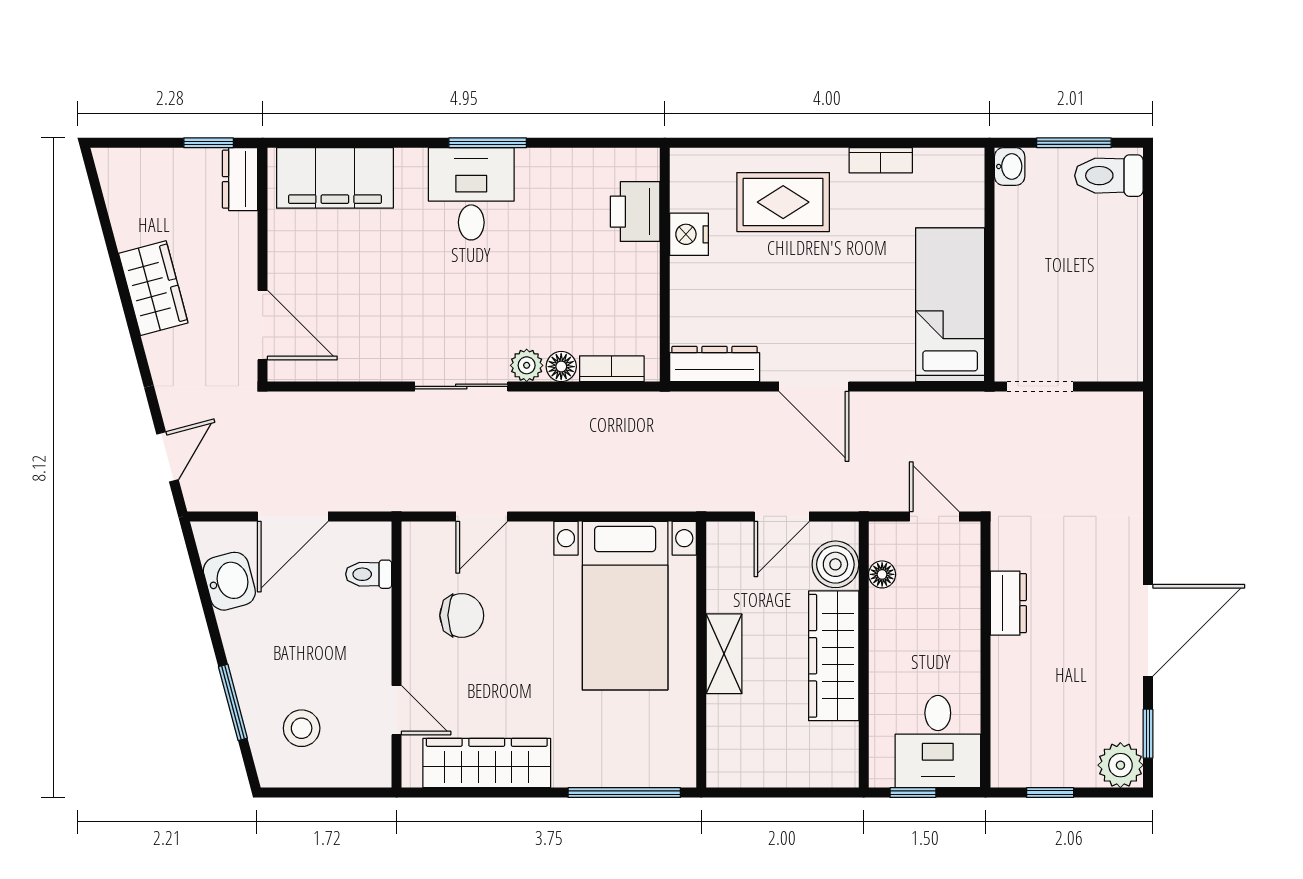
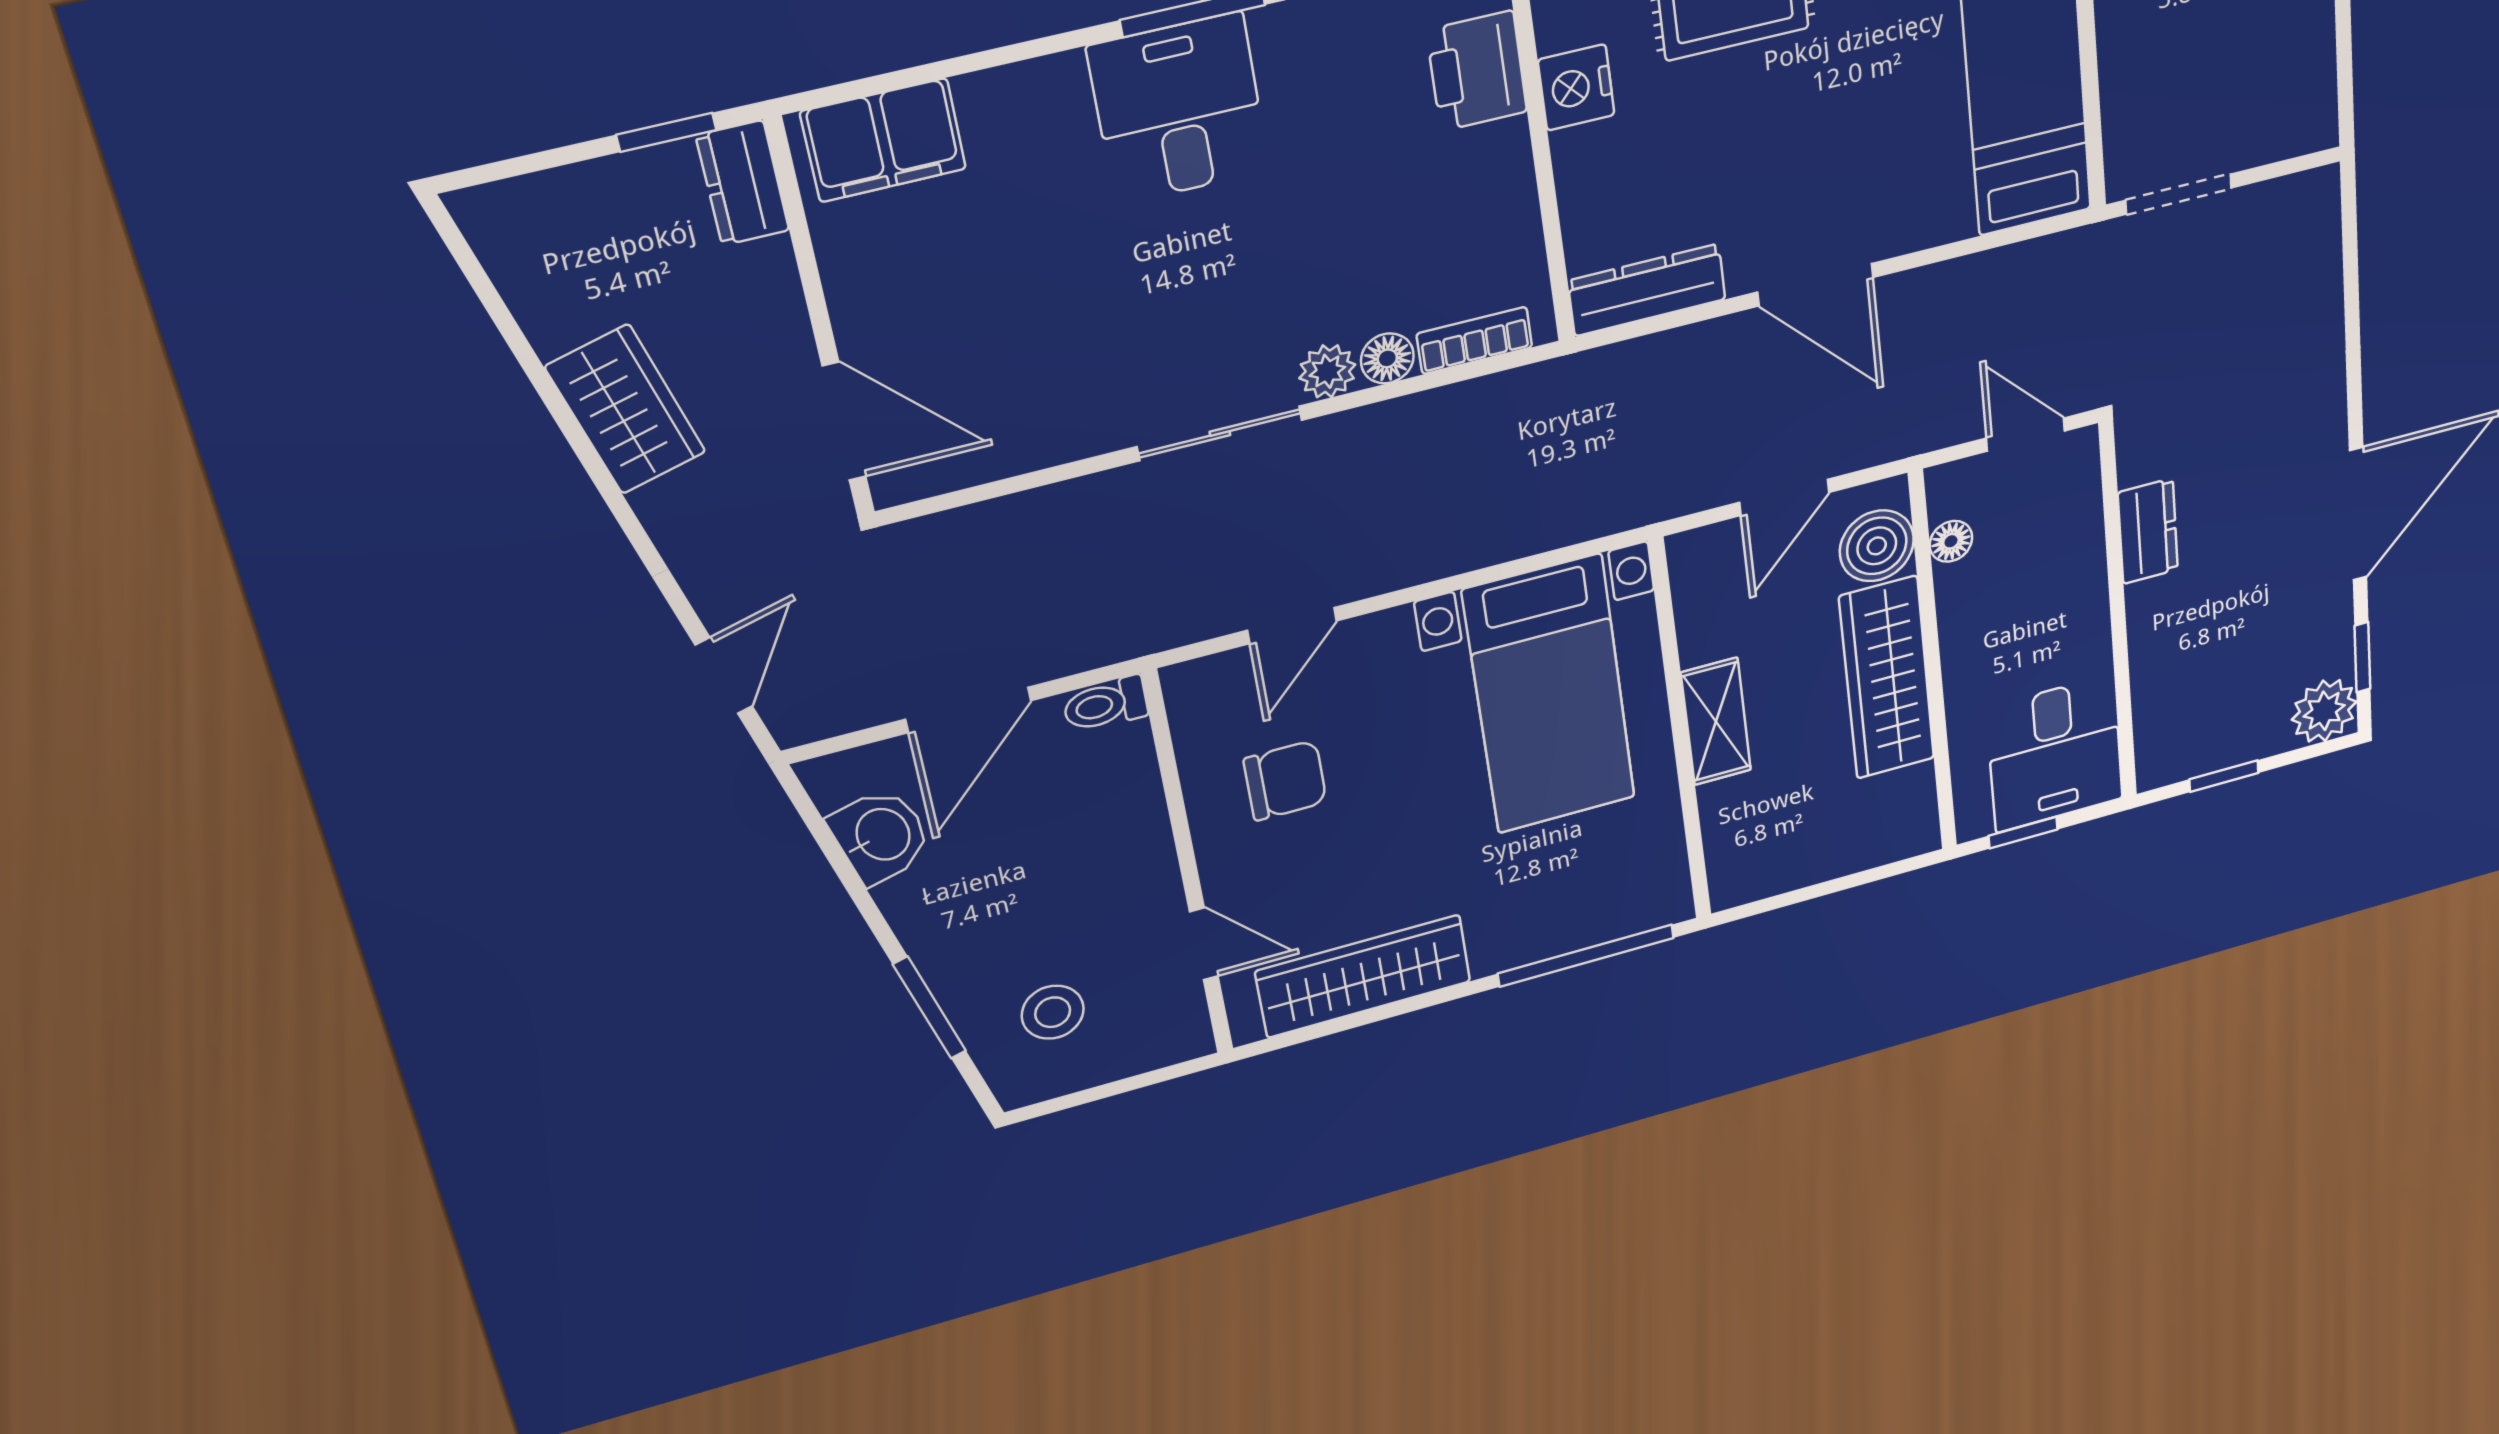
filing cabinet: (335, 178) -> (883, 140), width x0.67, depth x0.86
toilet: (369, 574) -> (1105, 704), moved

